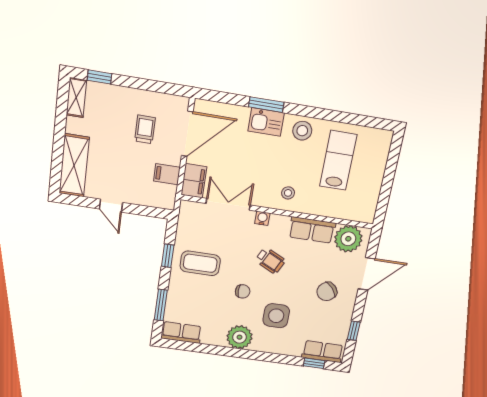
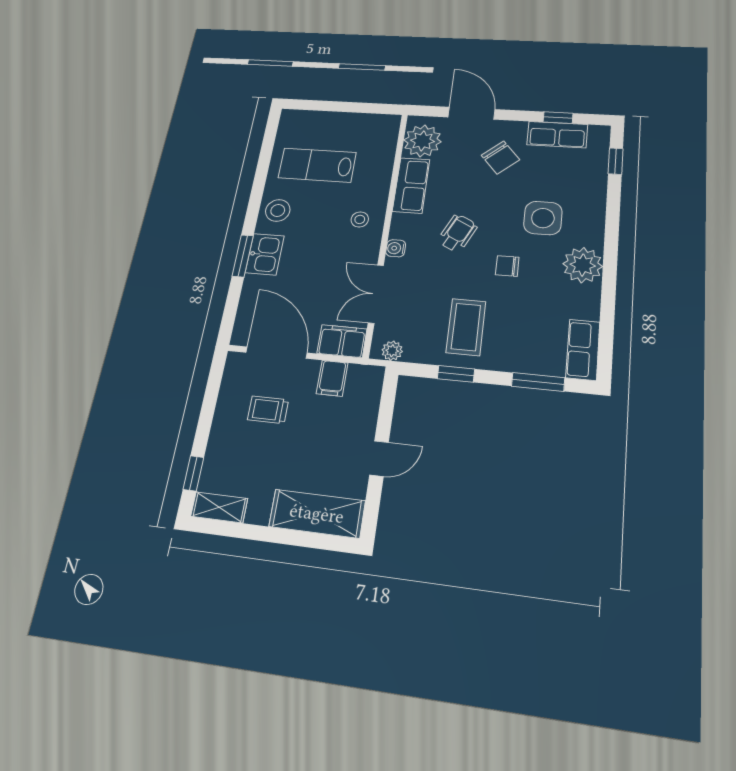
plant: (185, 215) -> (392, 351), added
chair: (243, 291) -> (507, 266), turned -90
row of seats: (323, 352) -> (557, 135), moved, turned -90

